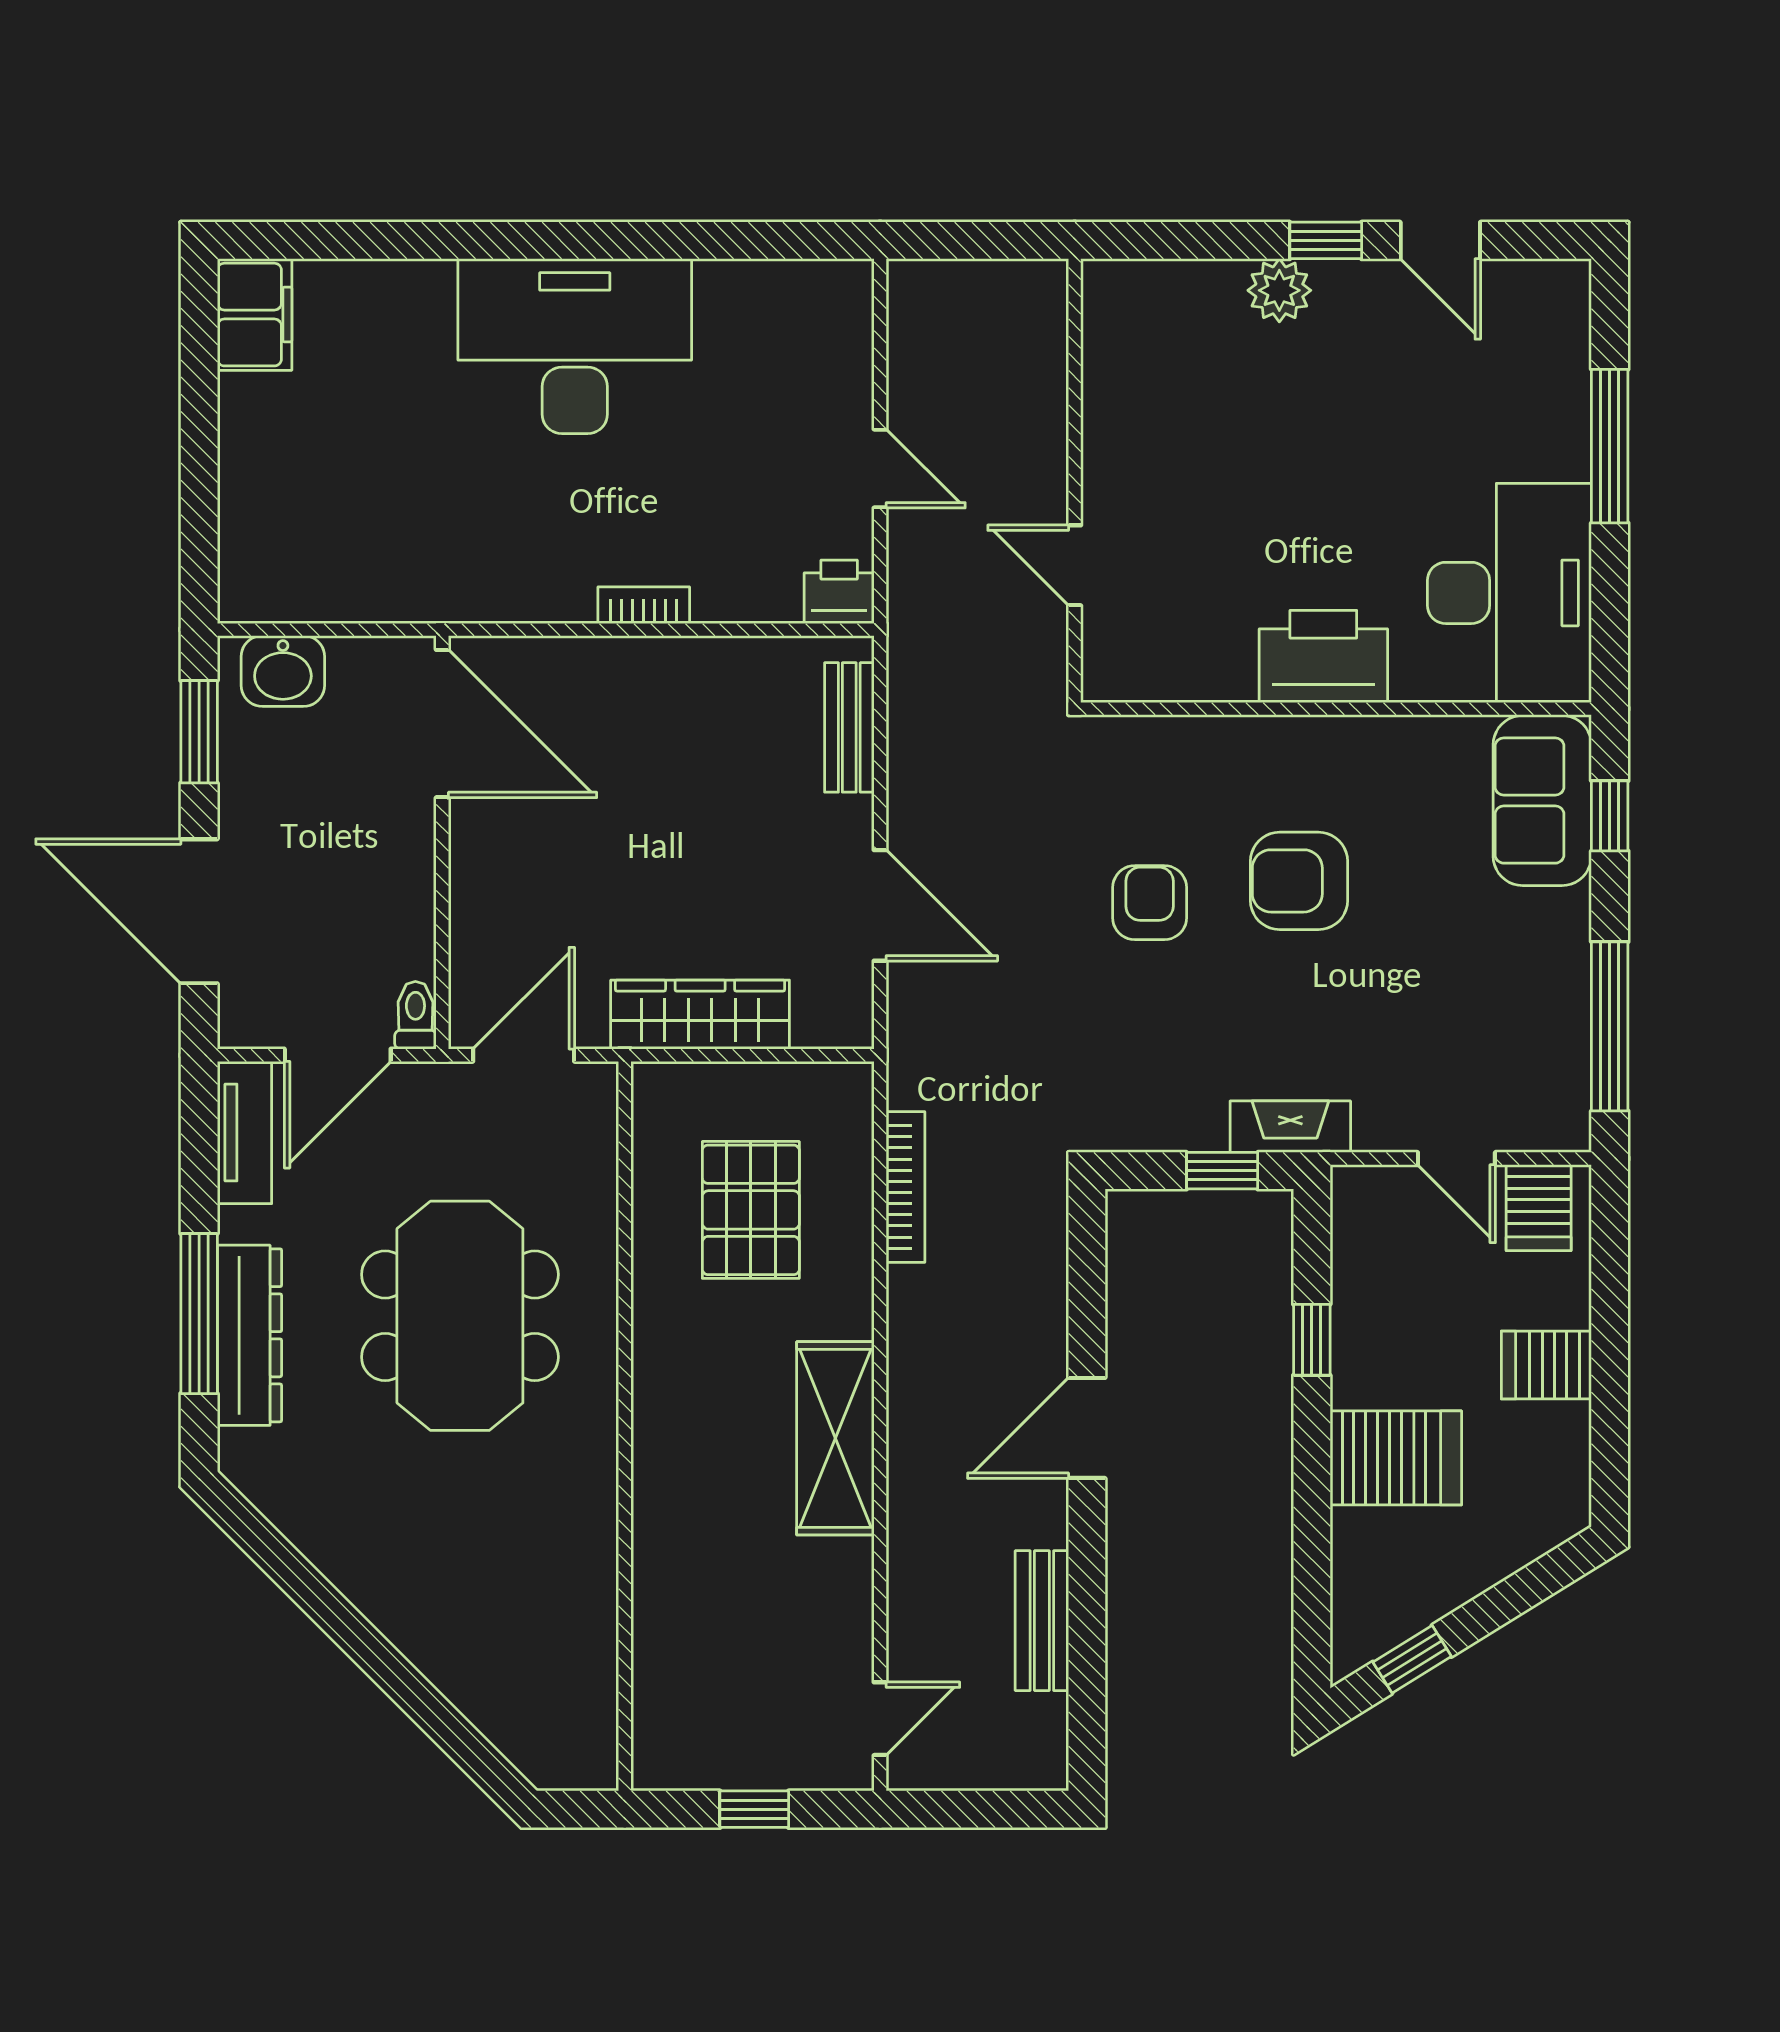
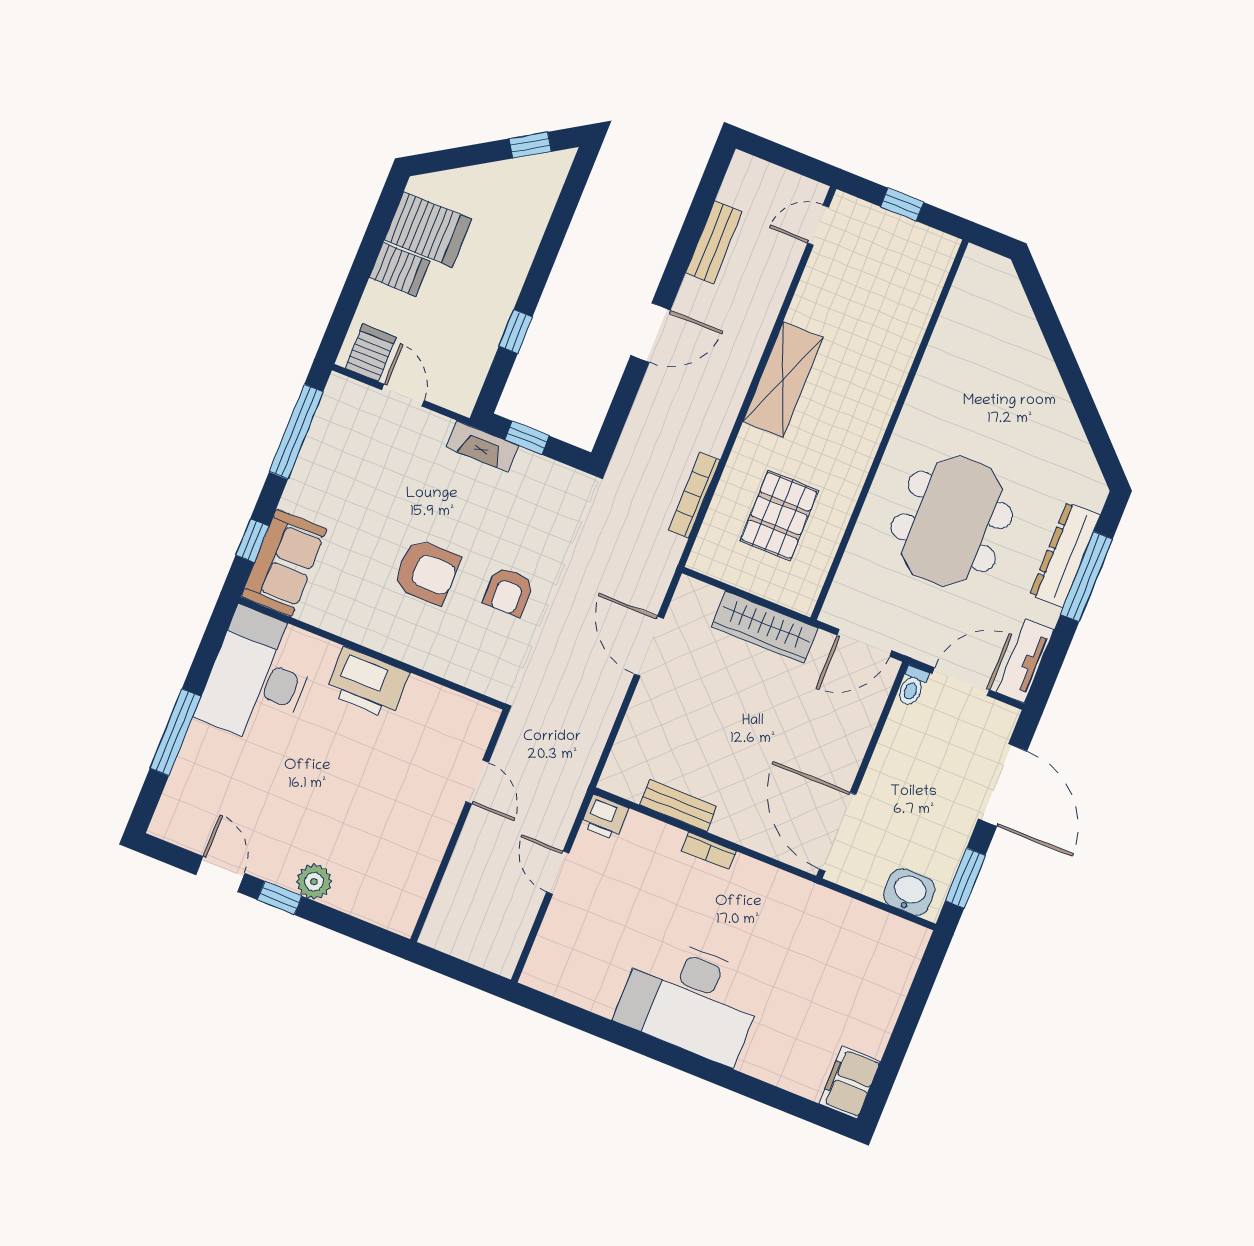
bench: (849, 727) -> (678, 806), moved, turned 90
server rack: (1396, 1458) -> (428, 229), moved, turned 180

